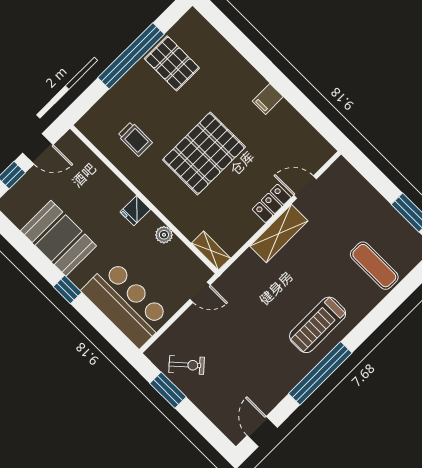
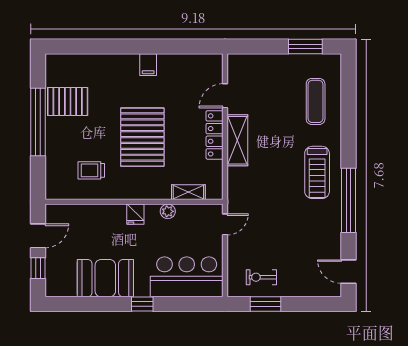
trolley: (135, 139) -> (91, 170), turned 180
locker: (272, 203) -> (215, 135), width x1.53
shelving: (211, 251) -> (188, 192), moved
exercise mat: (374, 266) -> (316, 101), turned 90
exercise bike: (187, 365) -> (261, 277), turned -138

